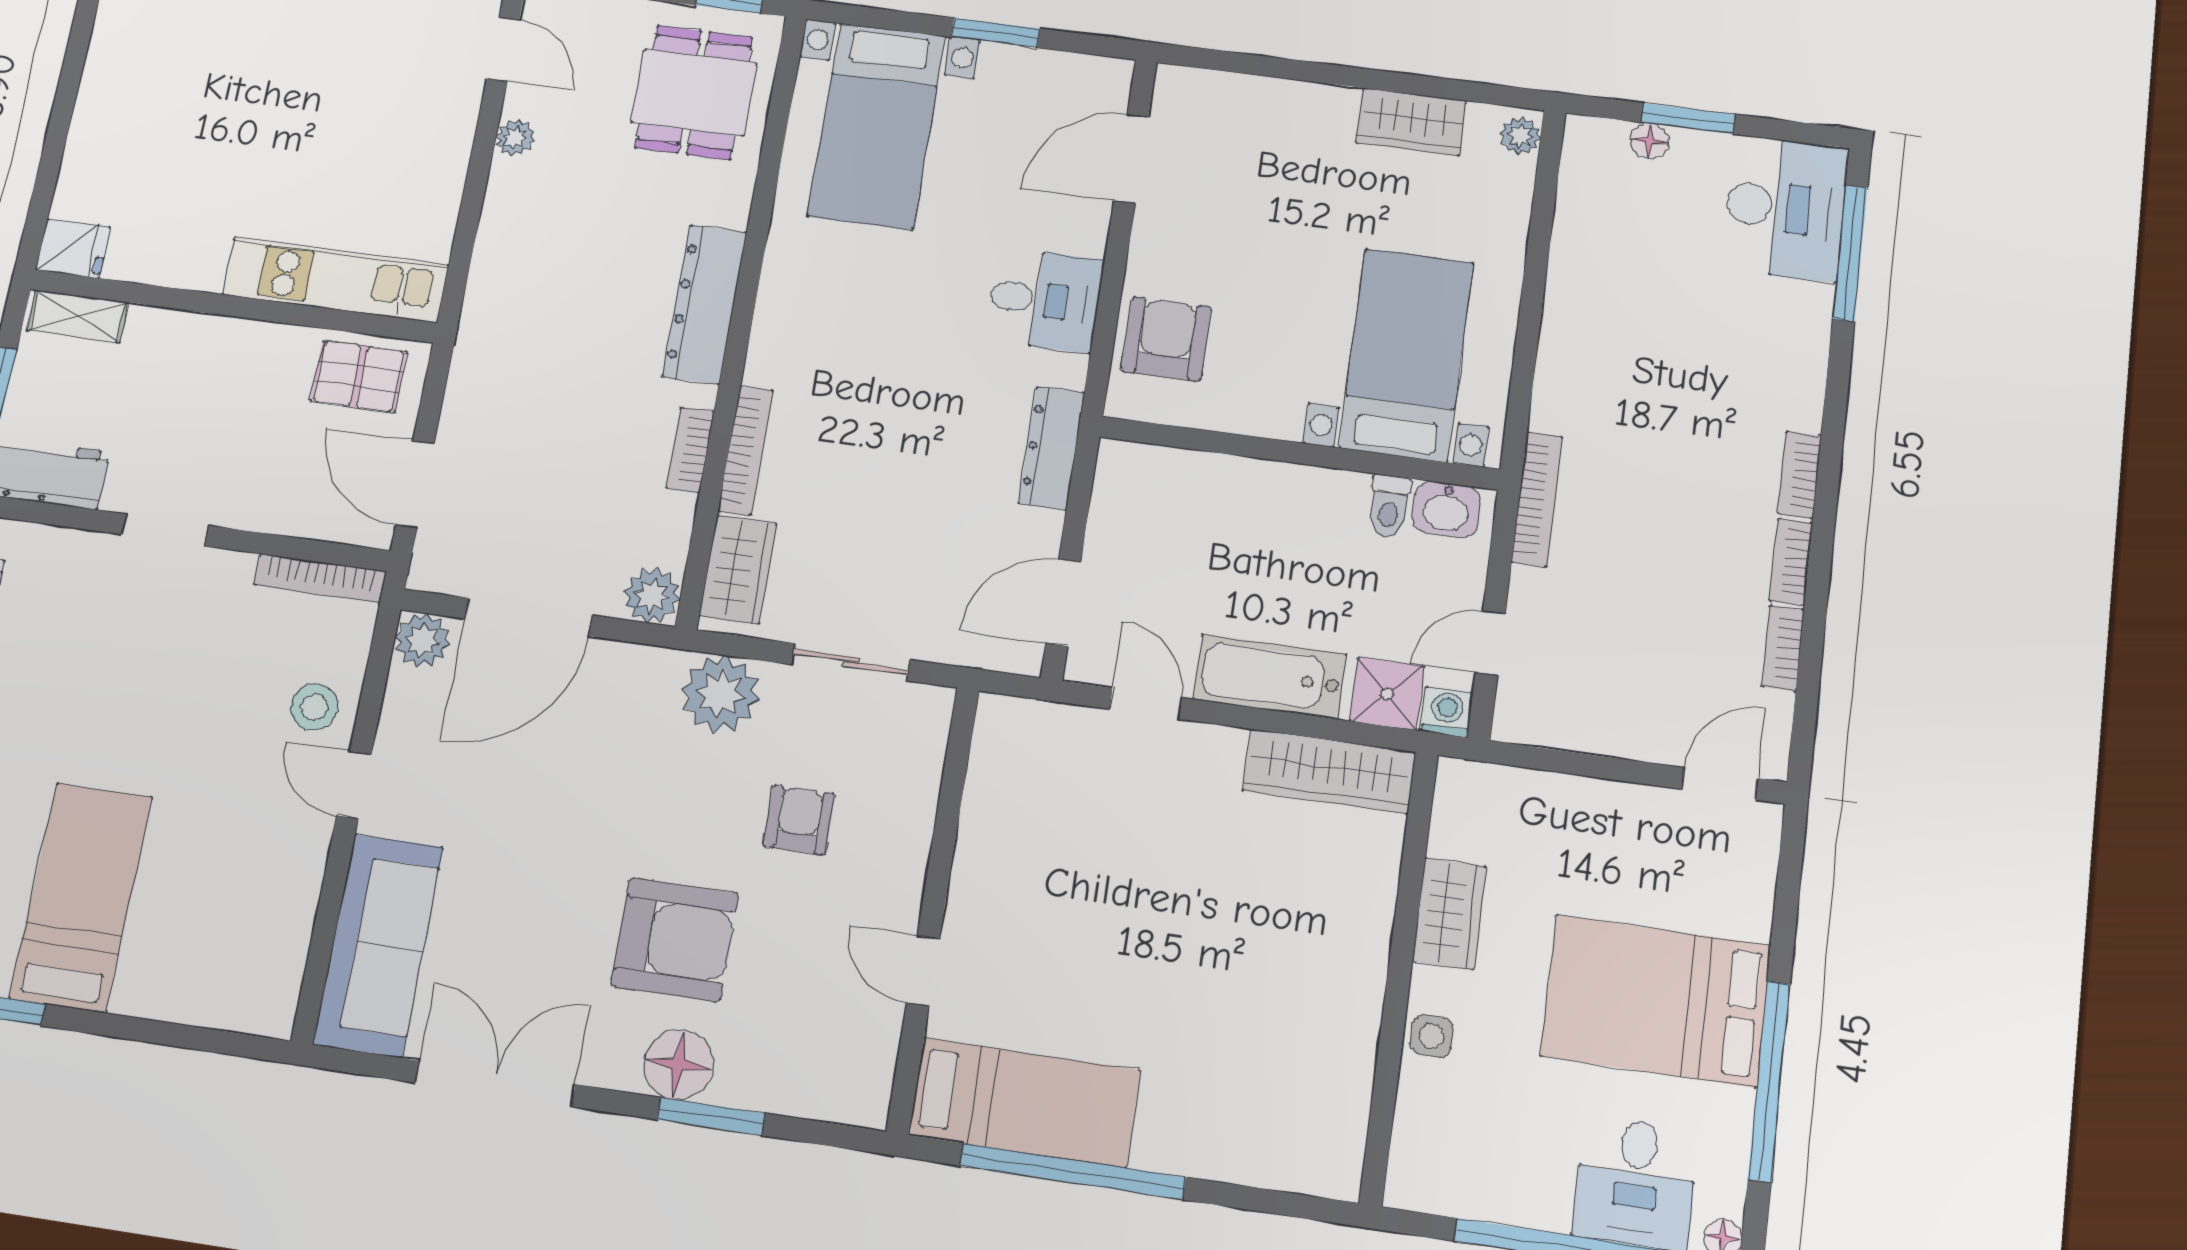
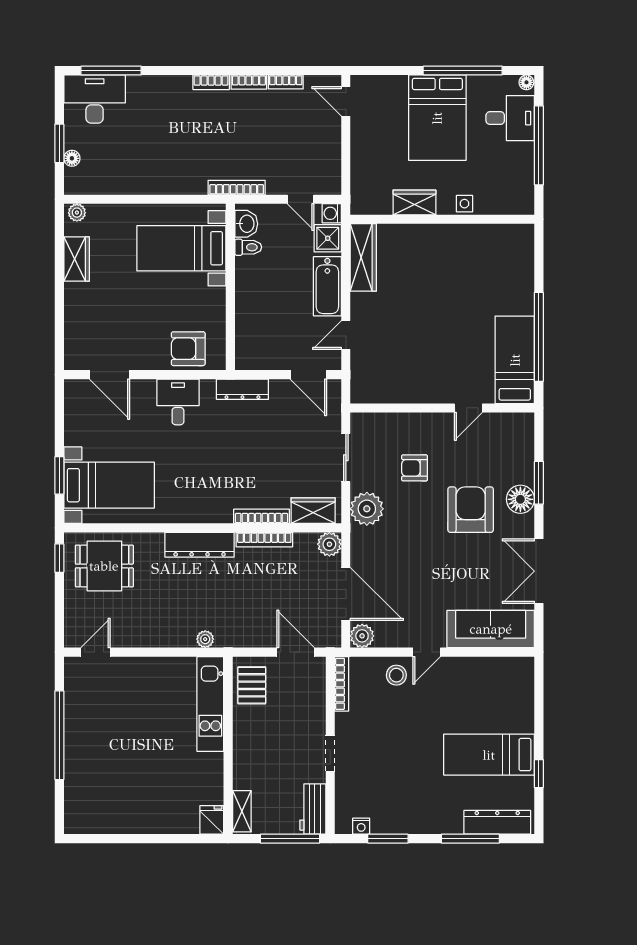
window: (995, 33) -> (59, 475), moved
plant: (515, 138) -> (205, 639), moved
bookcase: (690, 450) -> (264, 540), width x1.56
door: (415, 484) -> (296, 652), swing flipped

